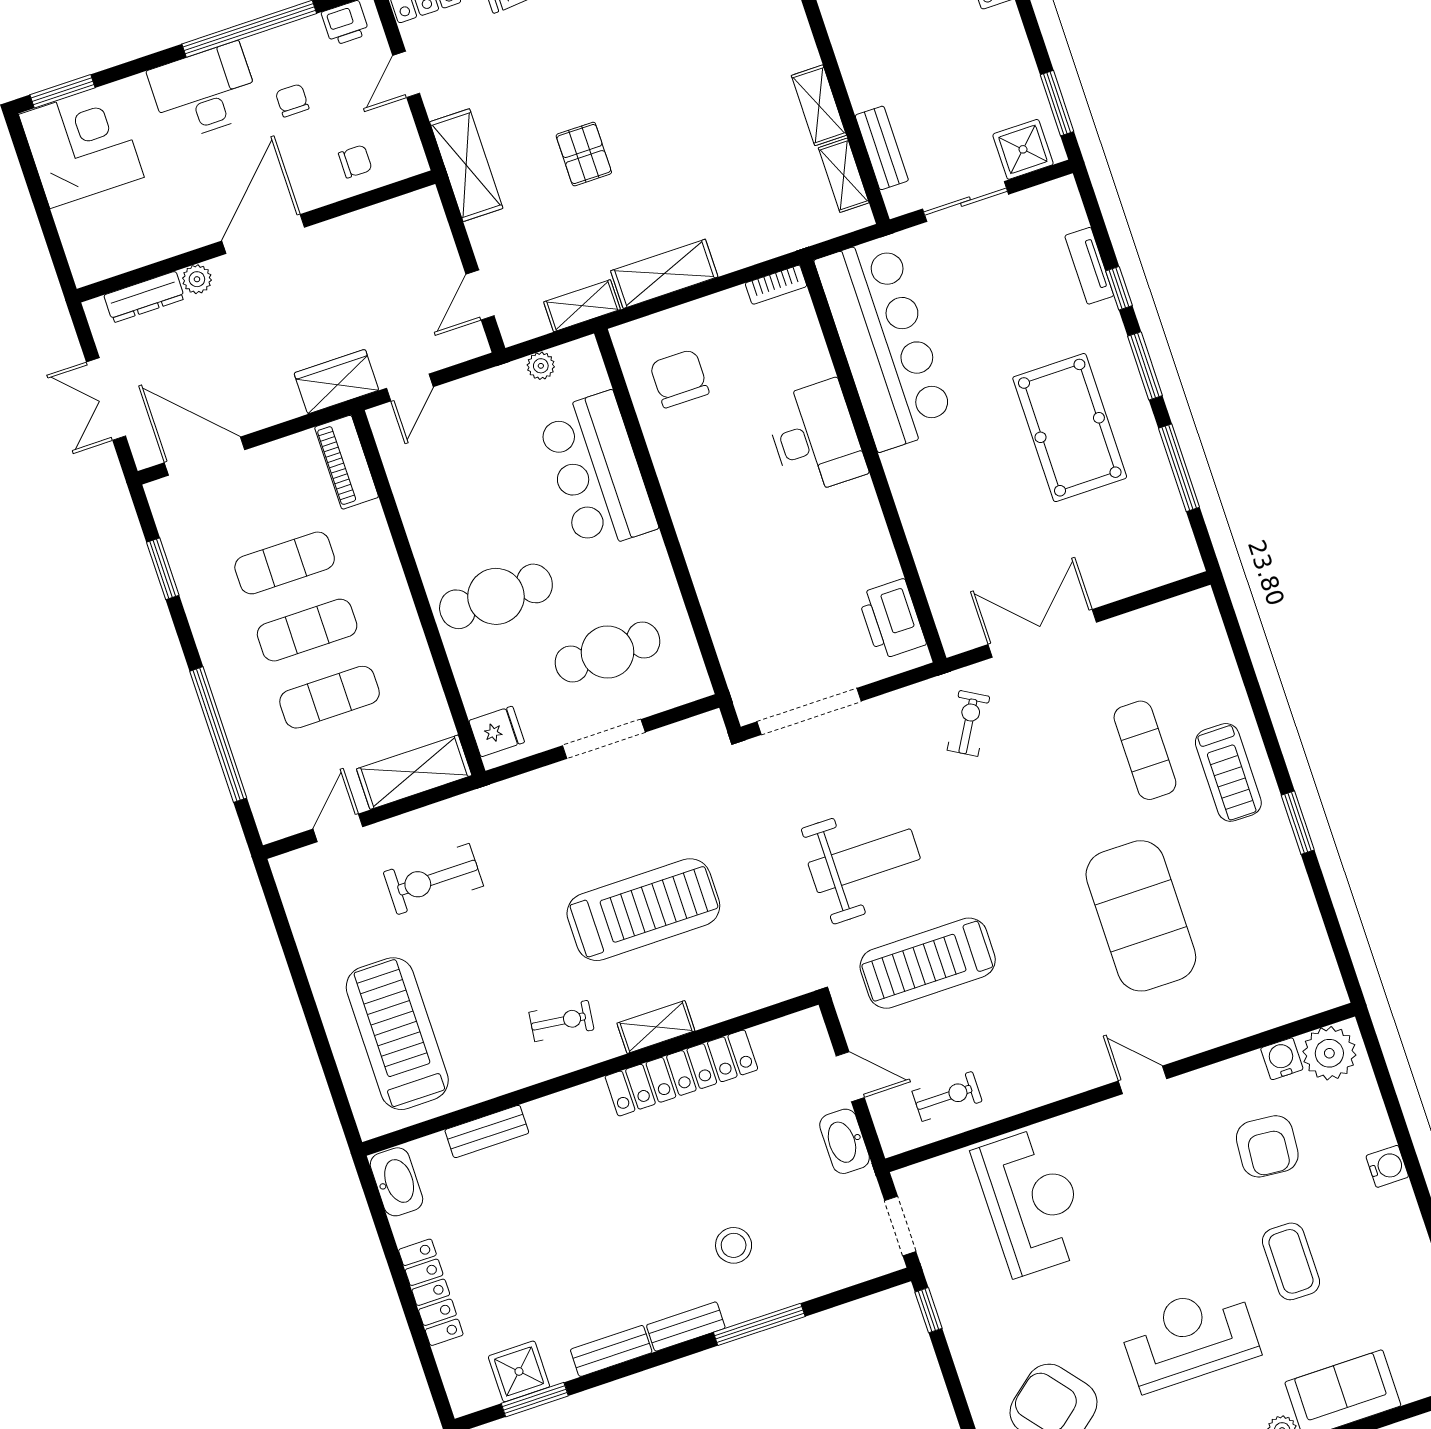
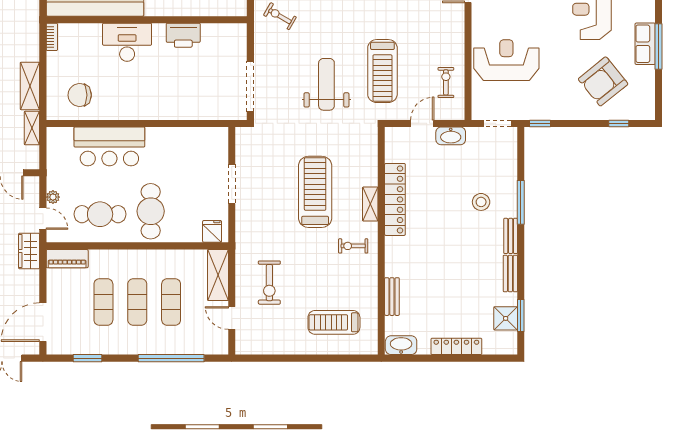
plant: (541, 366) -> (53, 197), moved
printer: (892, 619) -> (183, 35), moved
cafe table: (607, 652) -> (100, 214), moved, turned 90
exercise bike: (561, 1021) -> (353, 246), turned -97
treadmill: (397, 1034) -> (334, 322), width x0.73, depth x0.73

